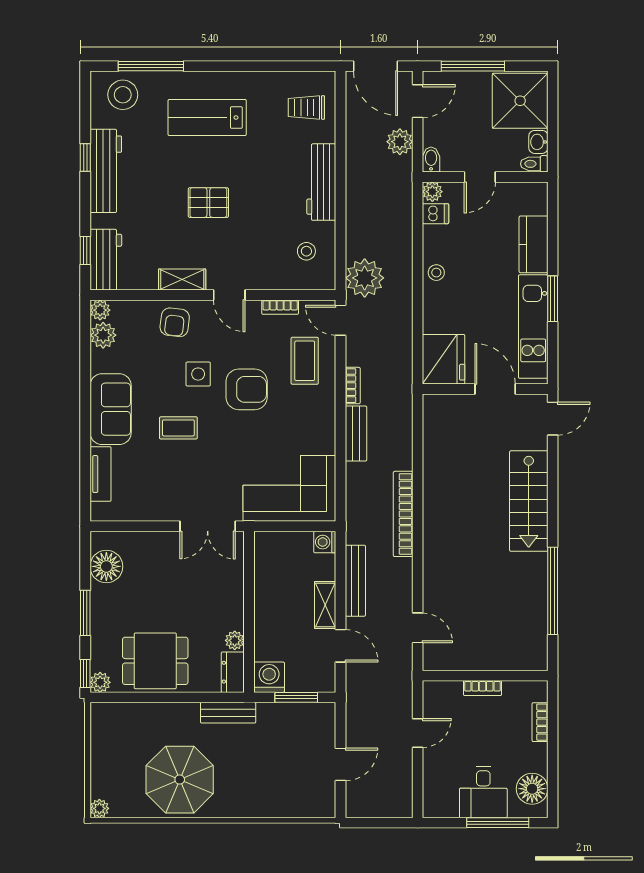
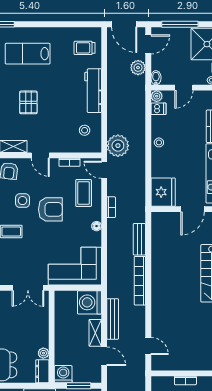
pallet: (208, 203) -> (28, 102), turned 90
door: (495, 389) -> (193, 209), swing flipped
floor lamp: (327, 419) -> (97, 226), added
bench: (356, 434) -> (139, 239), moved
washing machine: (325, 542) -> (90, 302), width x1.89, depth x1.89

